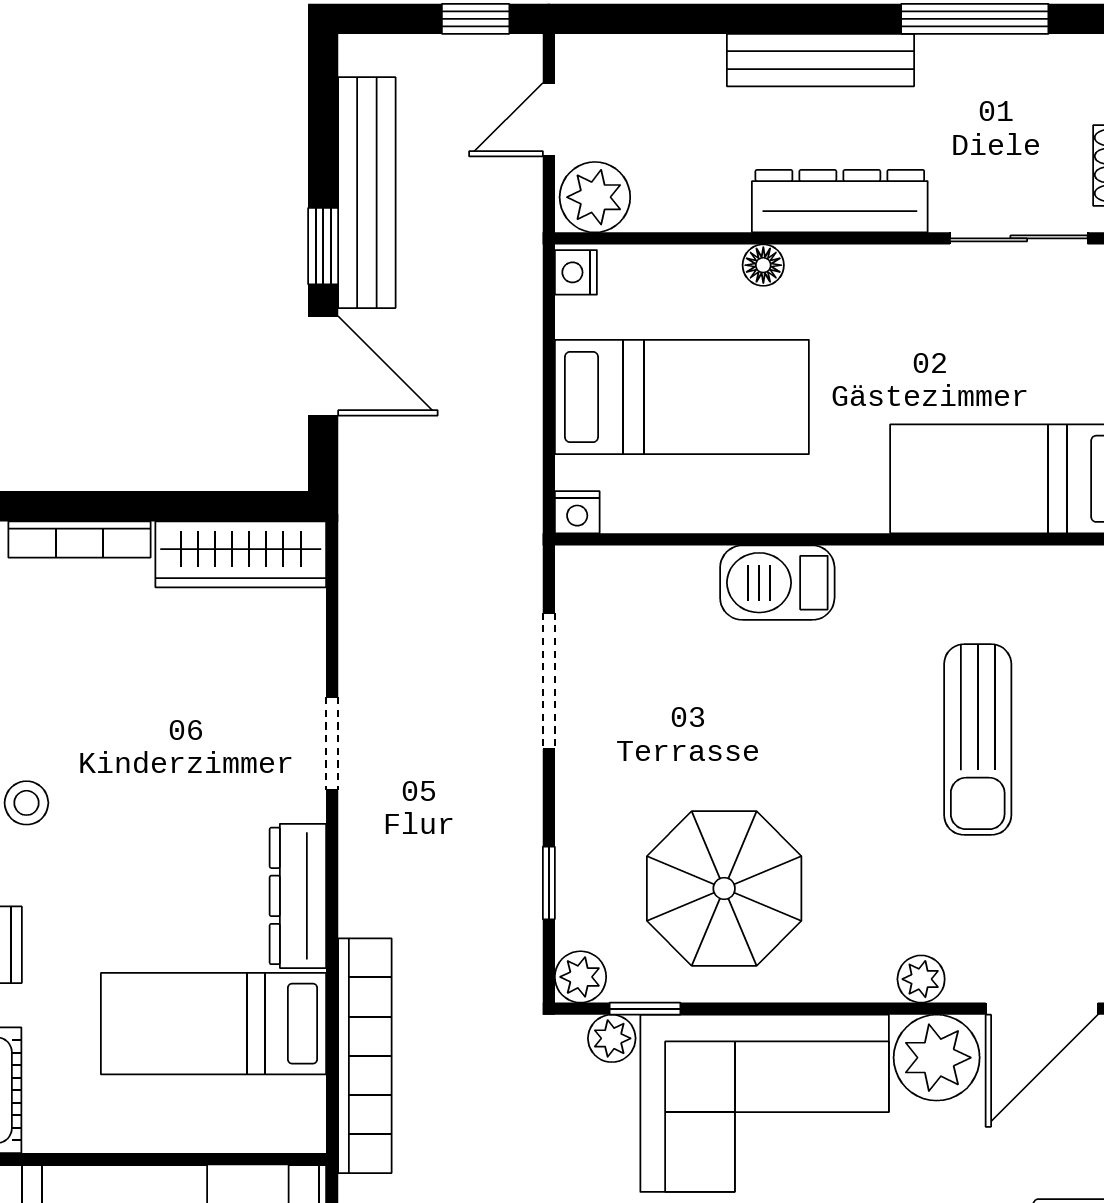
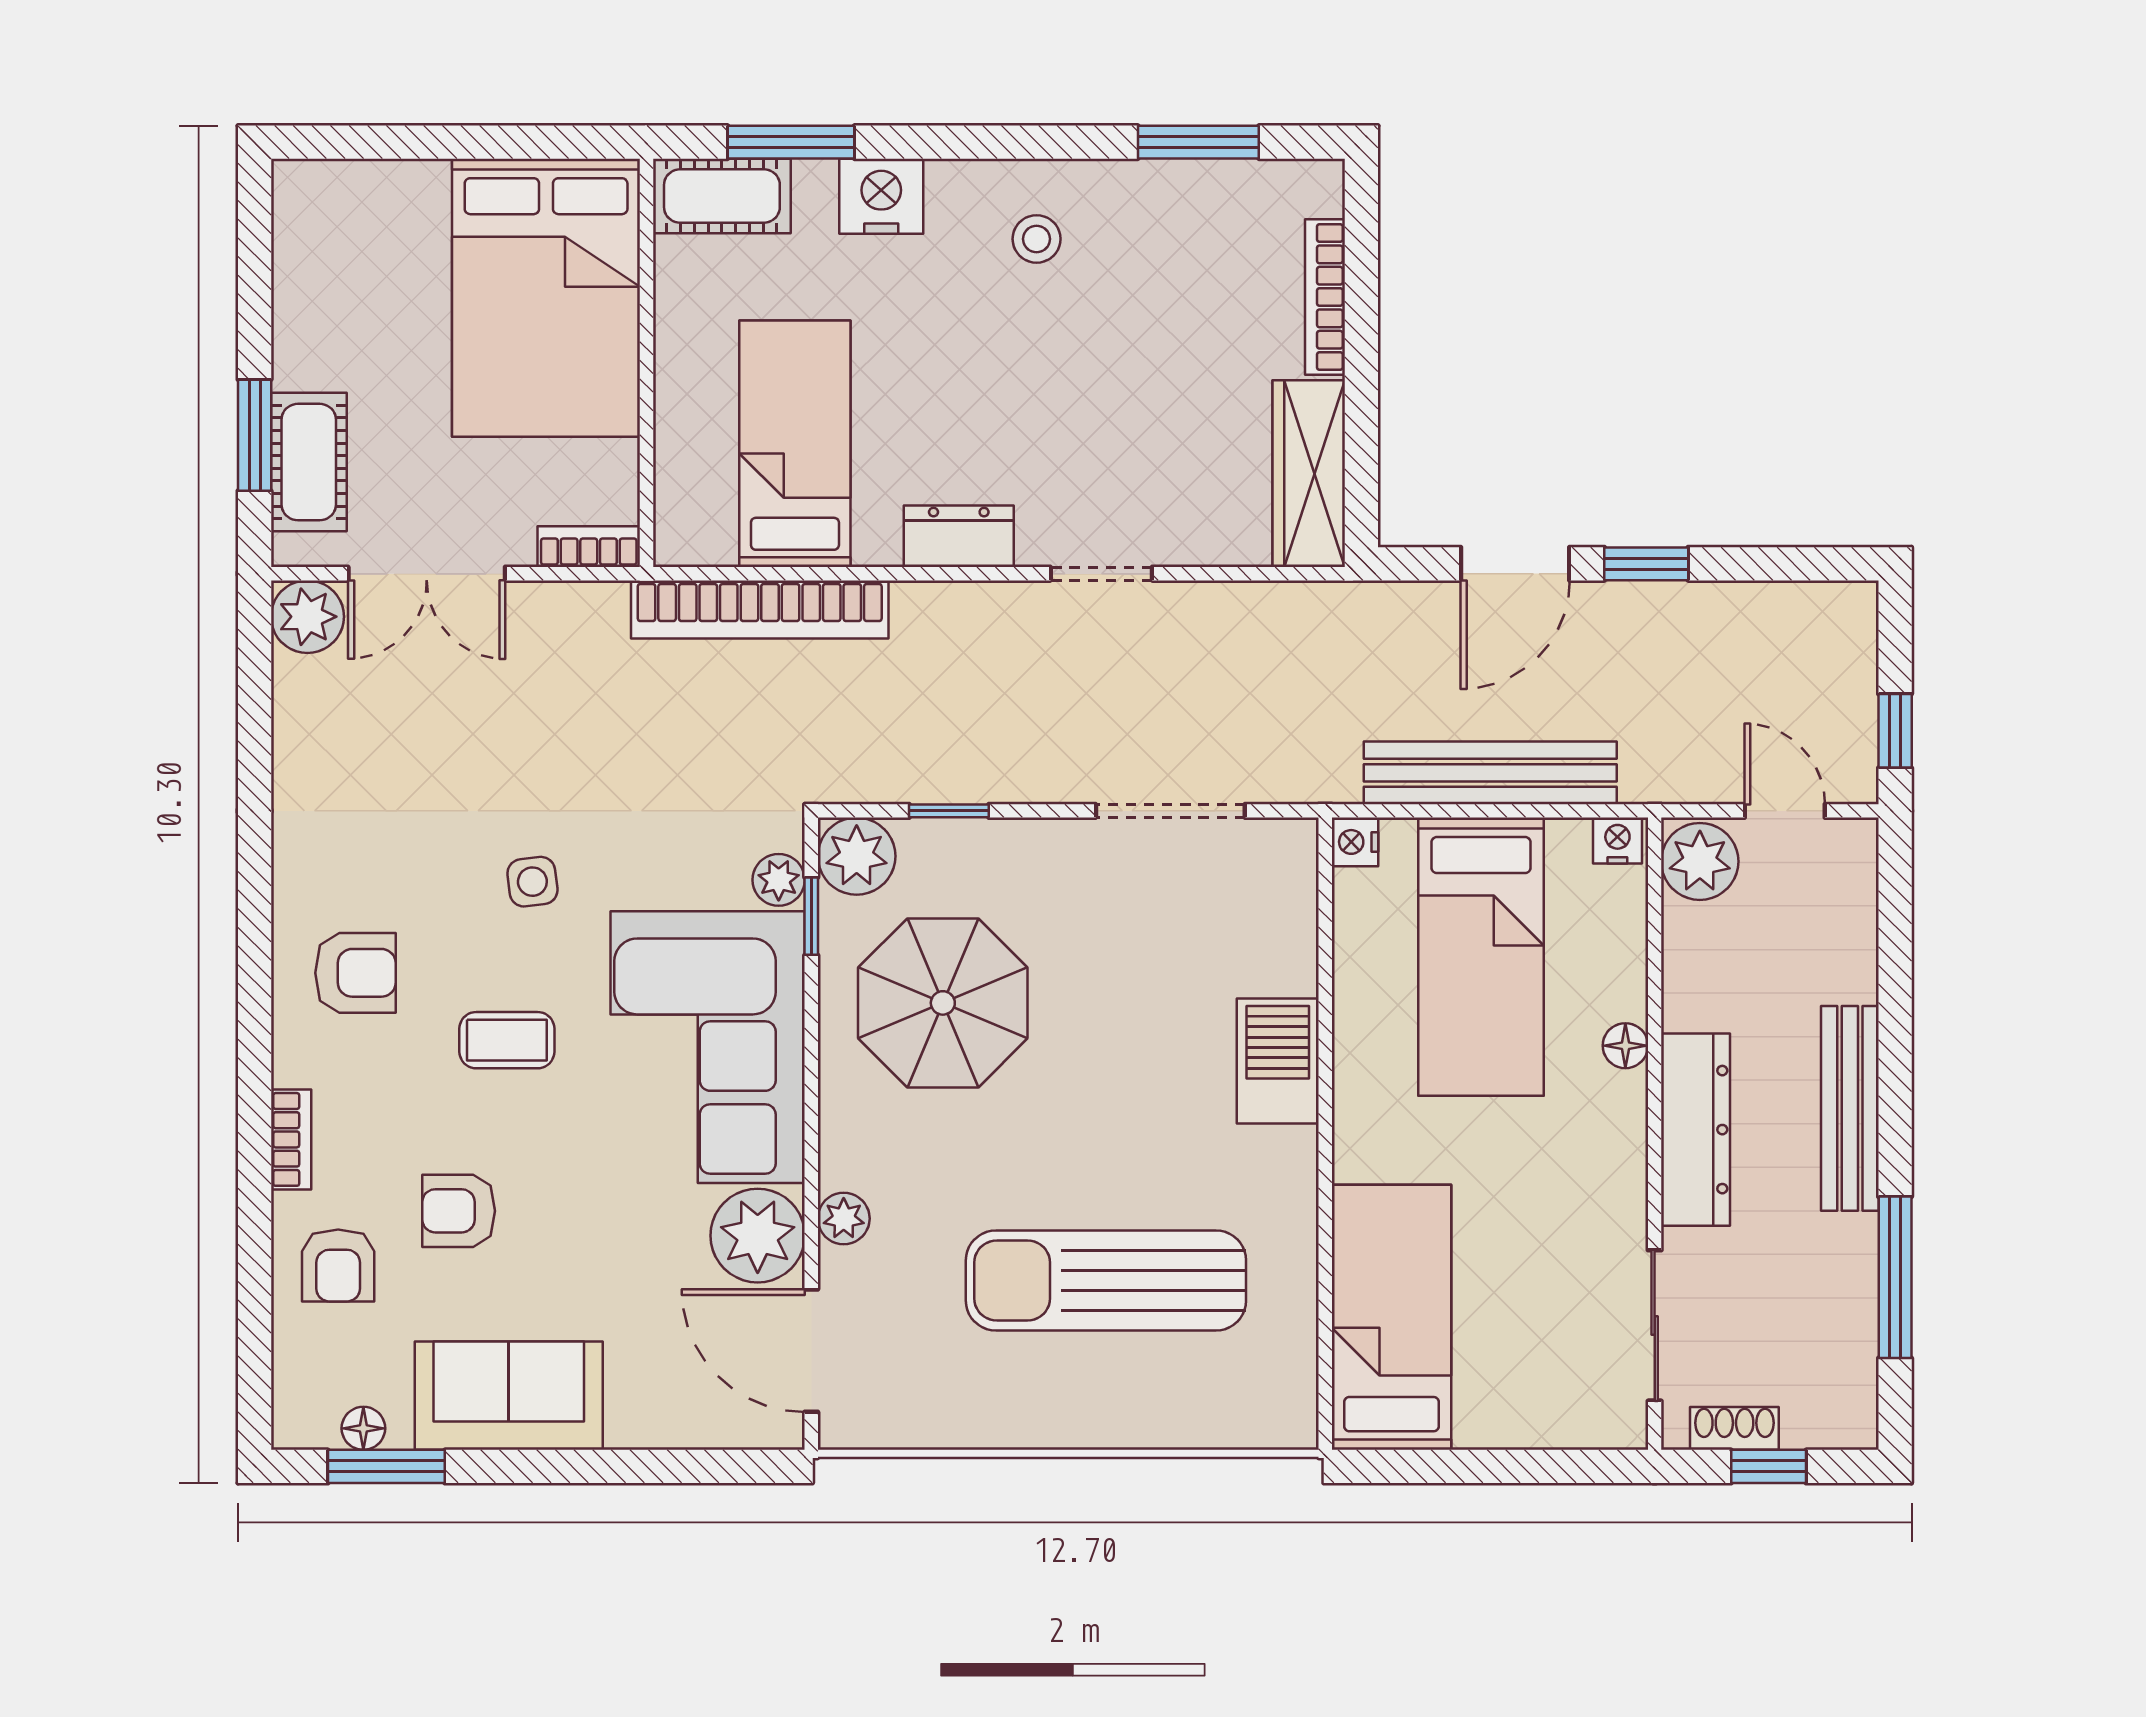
bench: (367, 193) -> (1490, 773), moved
sun lounger: (978, 740) -> (1106, 1280), width x1.36, depth x1.34
dresser: (298, 896) -> (959, 536), width x0.70
plant: (581, 977) -> (857, 856), width x1.38, depth x1.38

